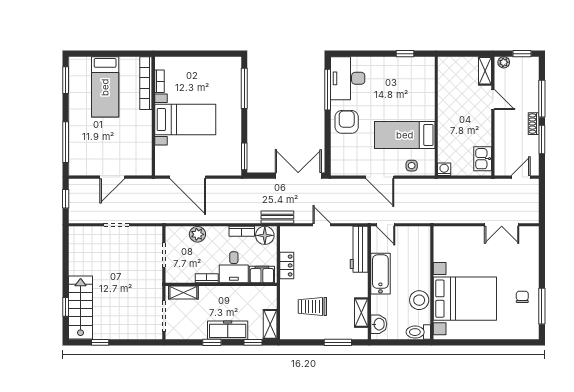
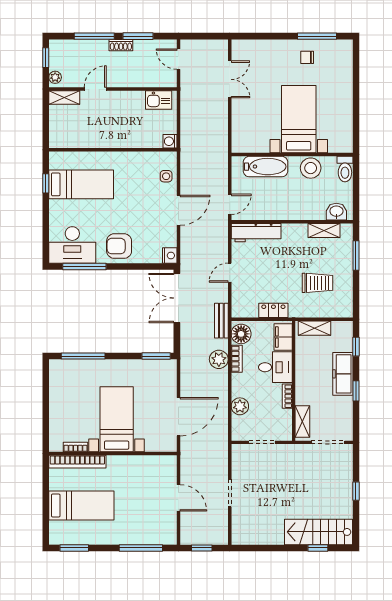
bed: (405, 135) -> (81, 184), moved, turned -90
nightstand: (338, 169) -> (170, 256), added
plant: (241, 215) -> (219, 359), added
bathtub: (380, 274) -> (266, 167), moved, turned 180
bed with nightstands: (465, 299) -> (299, 119), width x0.73
trolley: (312, 307) -> (317, 283), turned -90
shelving: (270, 324) -> (315, 328), moved
window: (100, 342) -> (356, 491), moved

